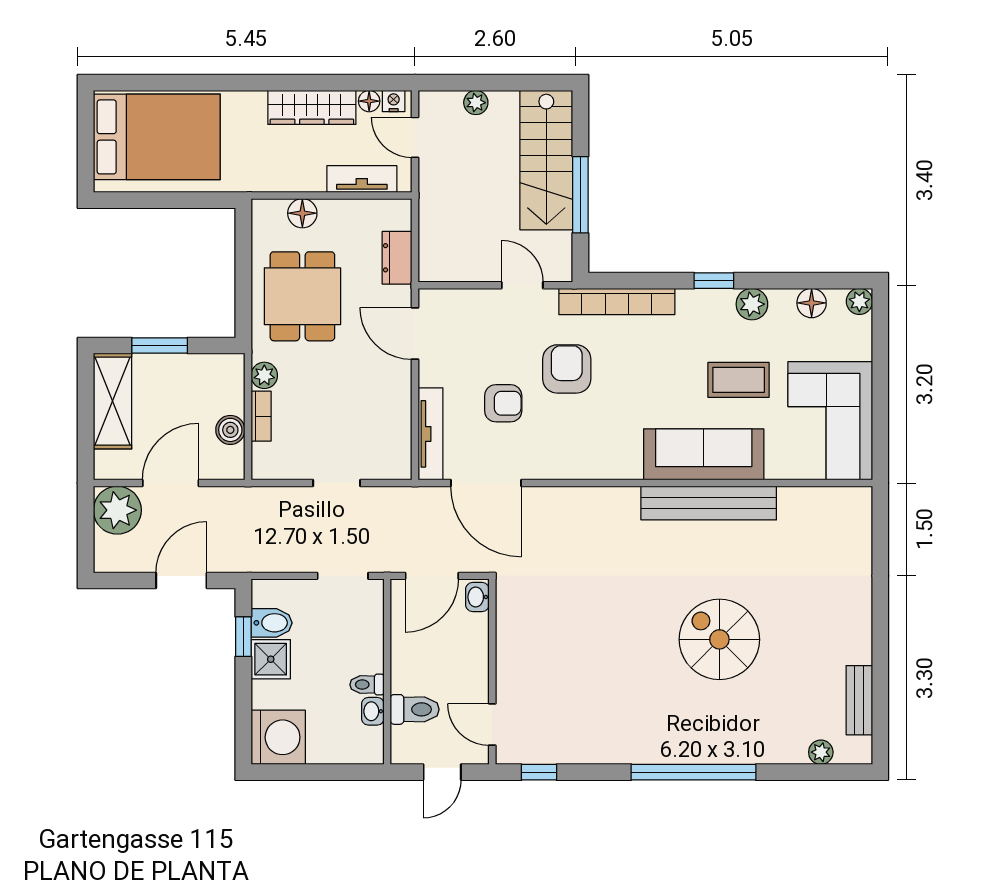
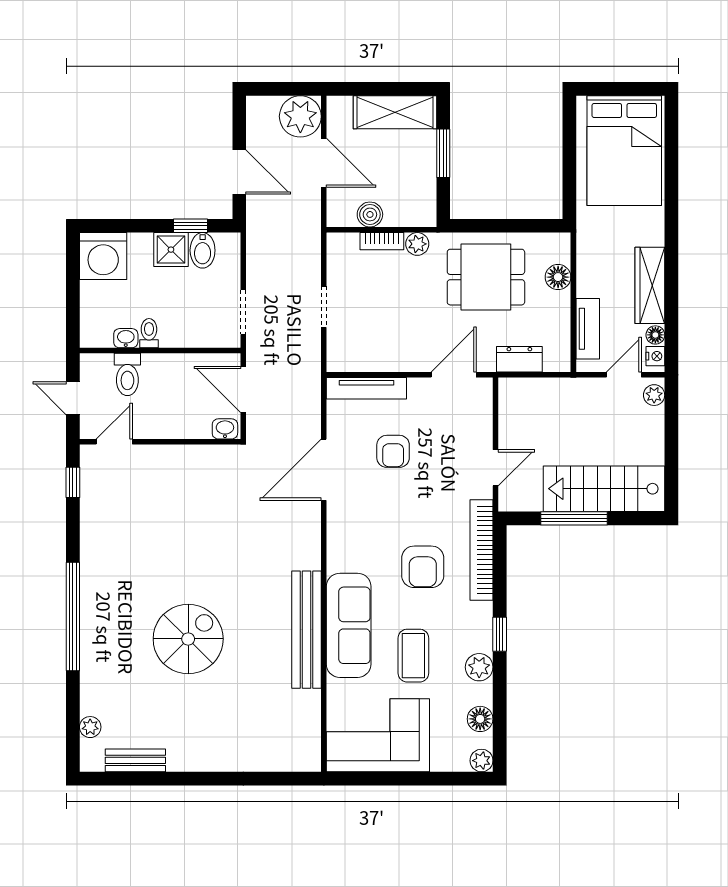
plant: (476, 103) -> (654, 395), moved
armchair: (567, 369) -> (423, 567), moved, turned 90
door: (486, 483) -> (324, 470), moved

